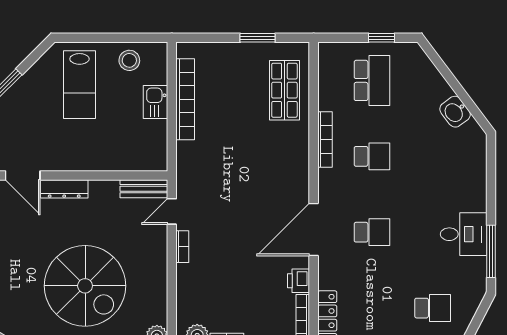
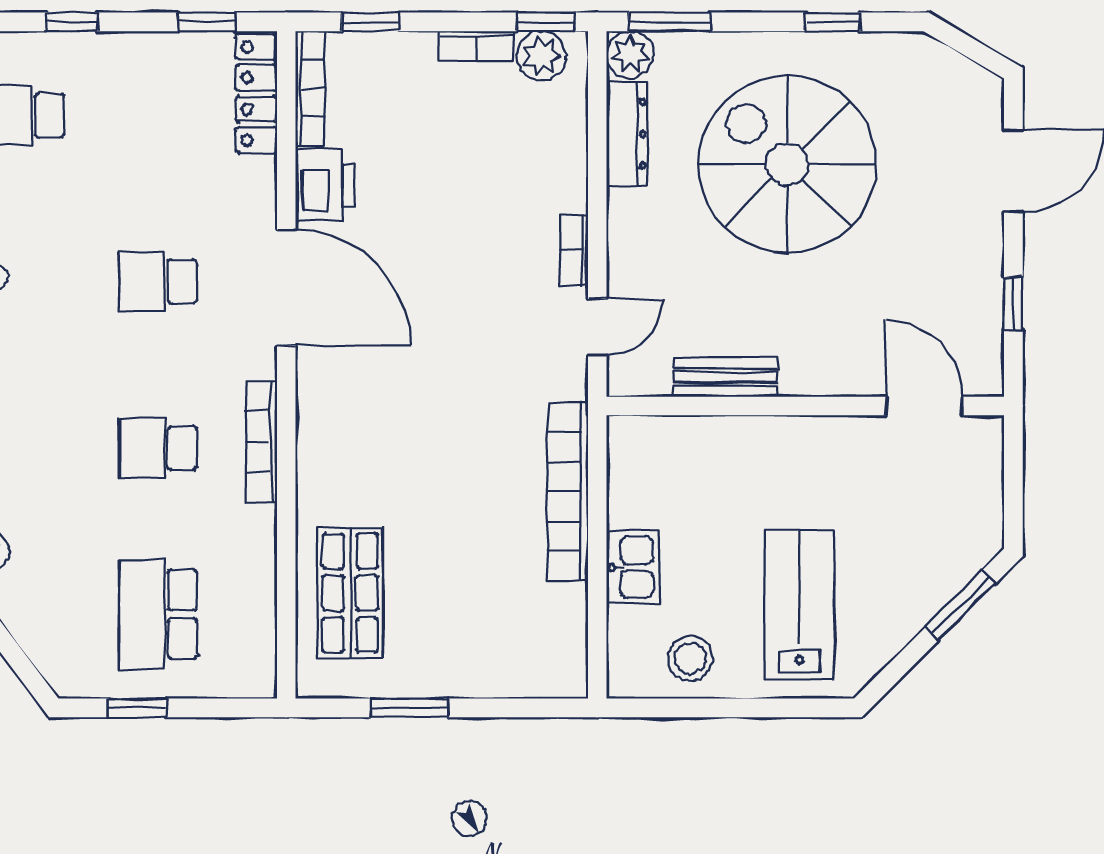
bookcase: (185, 99) -> (568, 492), moved
bookcase: (325, 139) -> (262, 442), moved
dresser: (64, 189) -> (627, 134), moved, turned 90
bench: (144, 189) -> (725, 377), moved
door: (314, 229) -> (286, 288), hinge flipped
printer: (299, 281) -> (325, 185), width x1.36, depth x1.24

